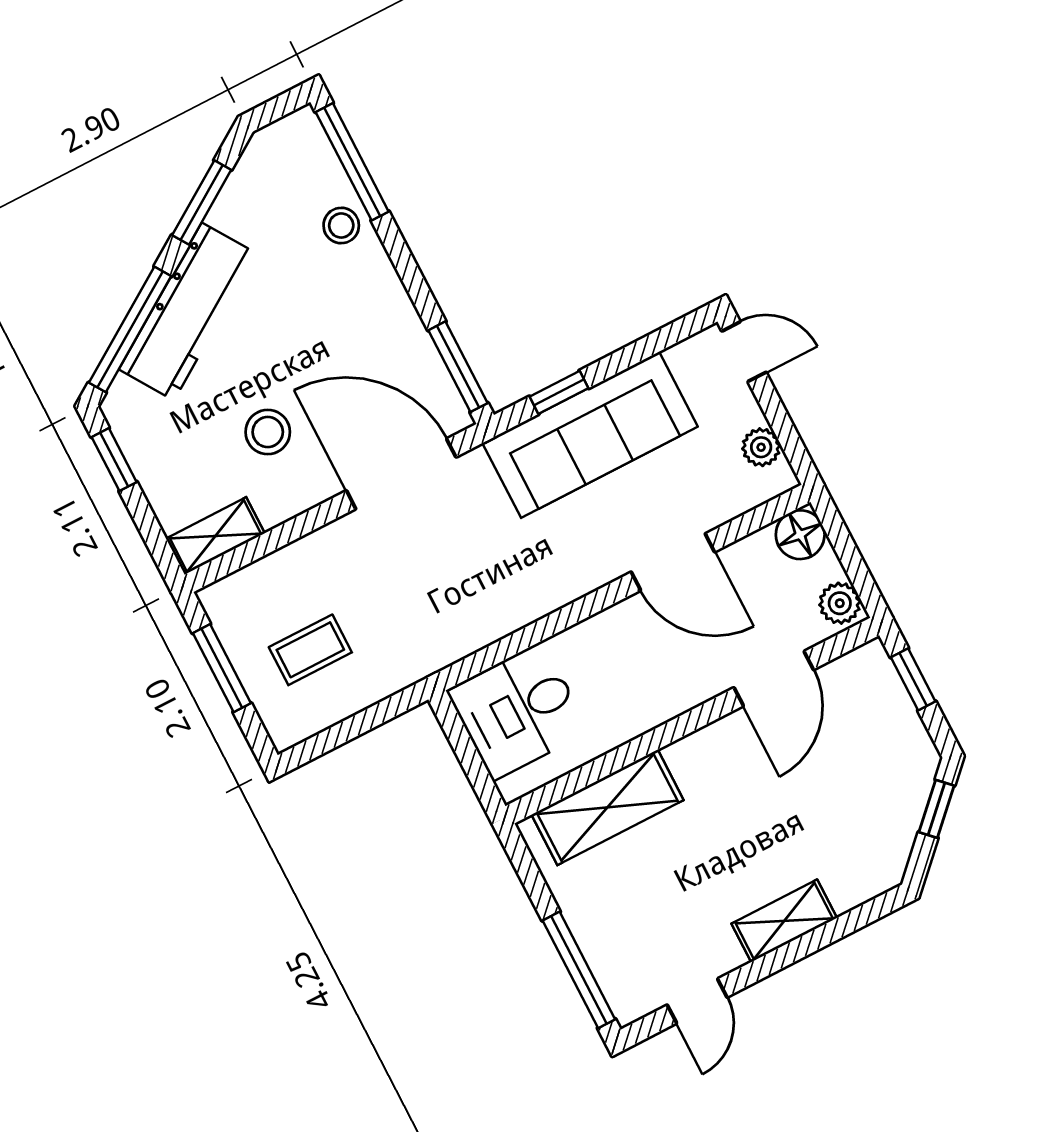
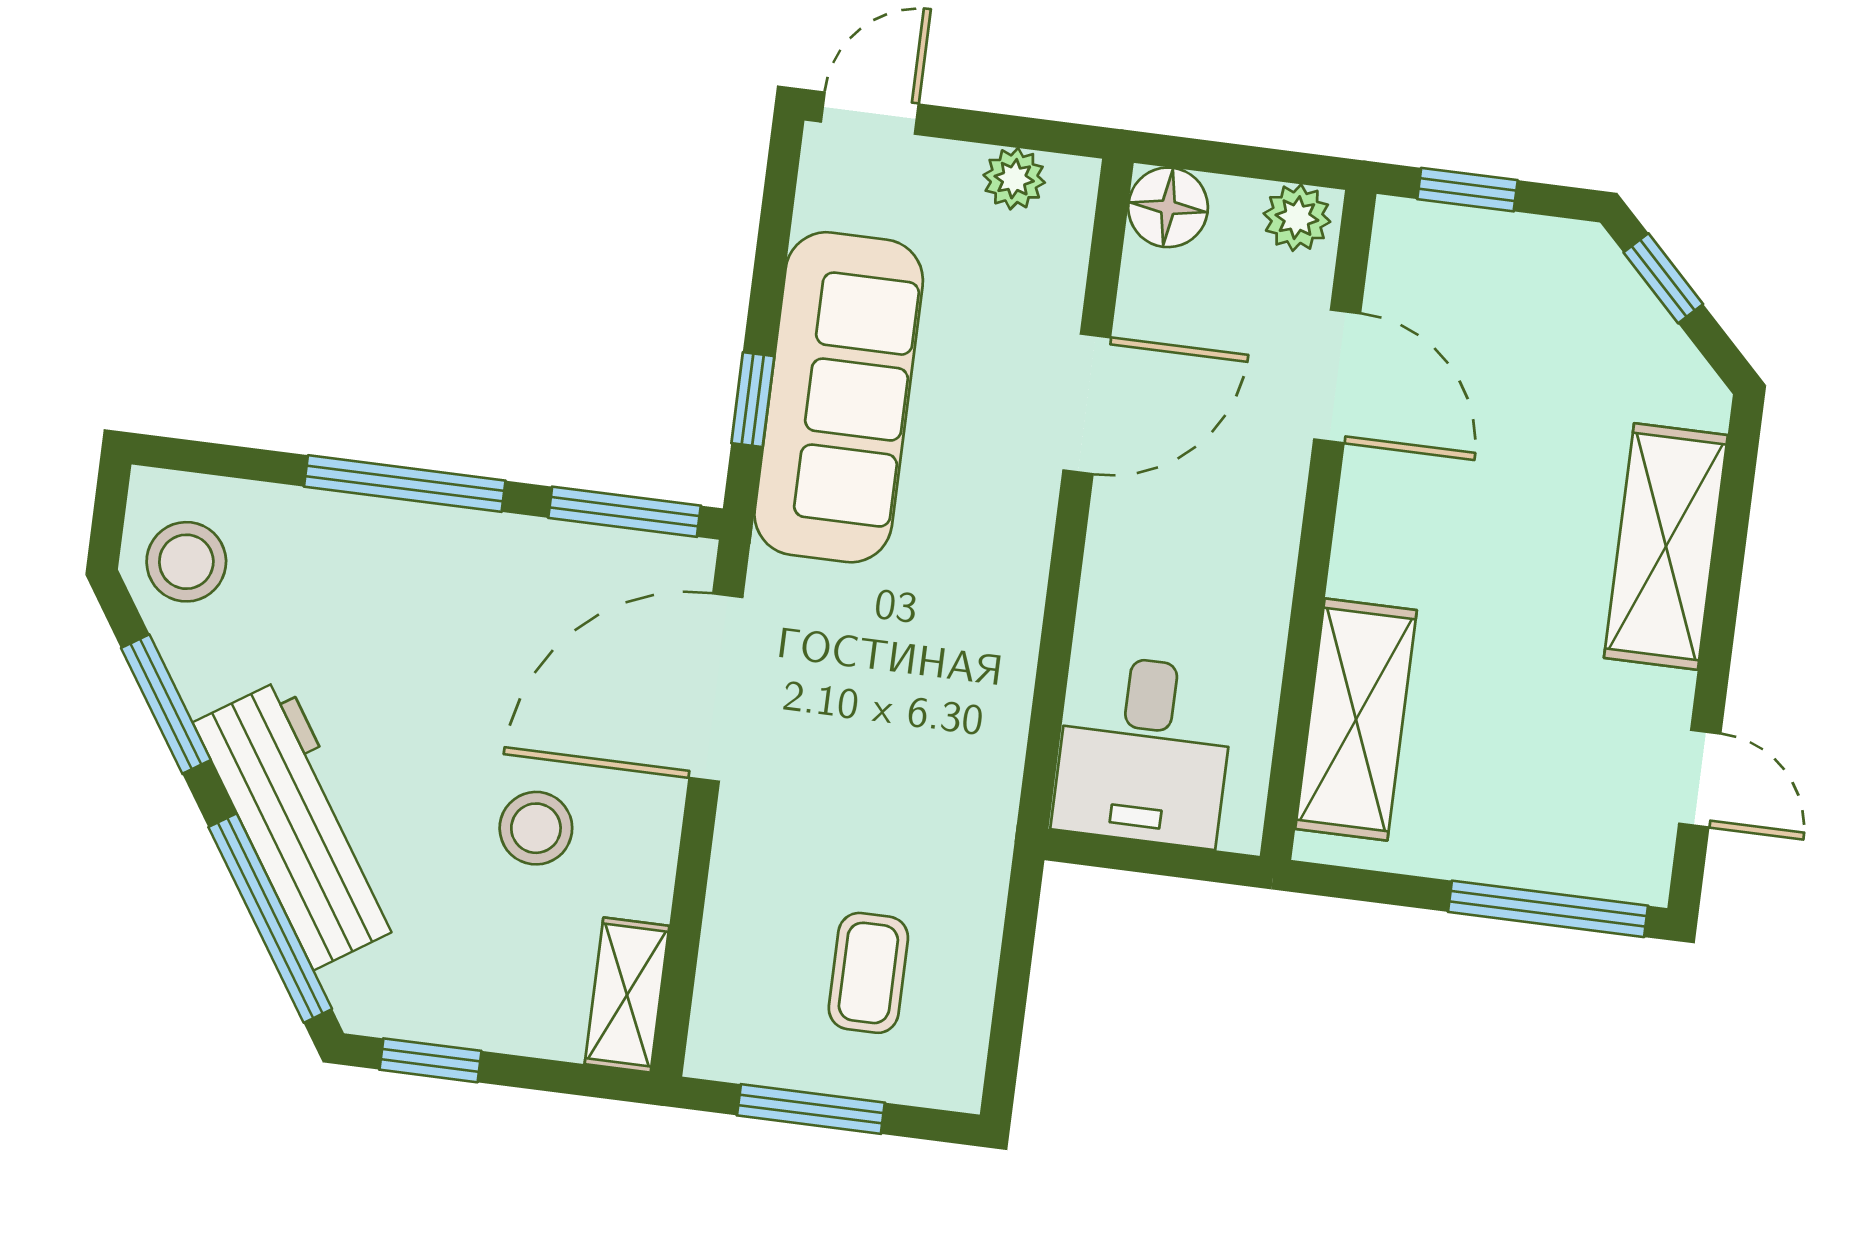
window: (352, 162) -> (405, 484), moved
stool: (341, 226) -> (186, 562), moved, width x1.37, depth x1.37
shelving: (784, 921) -> (1666, 546), width x1.50, depth x1.33

